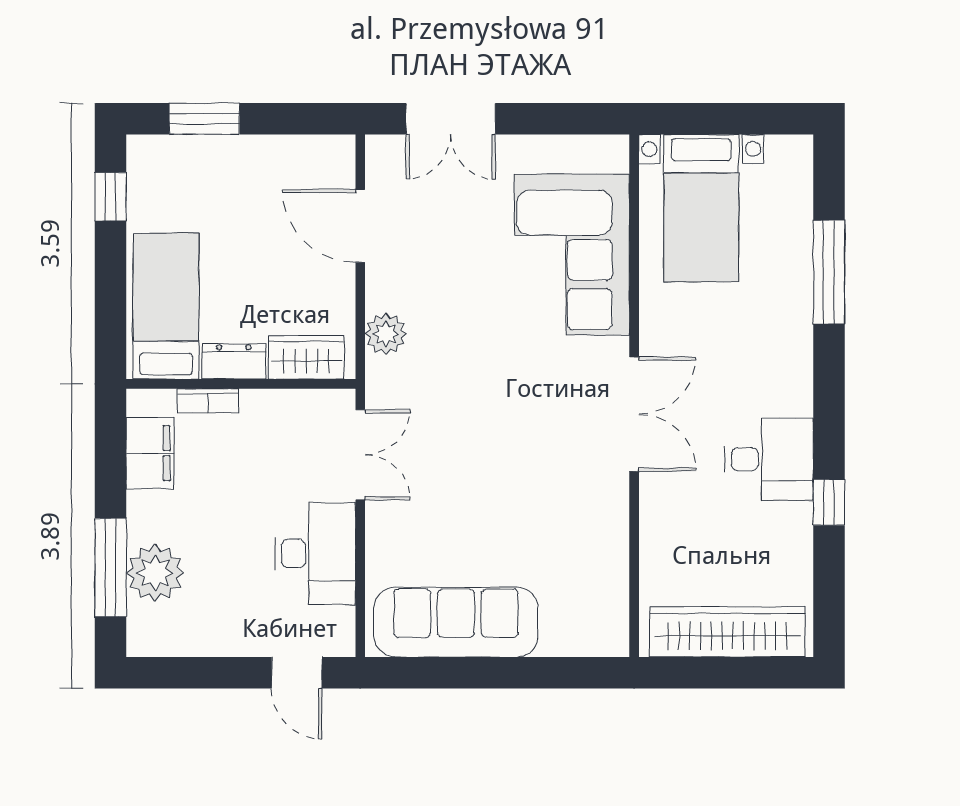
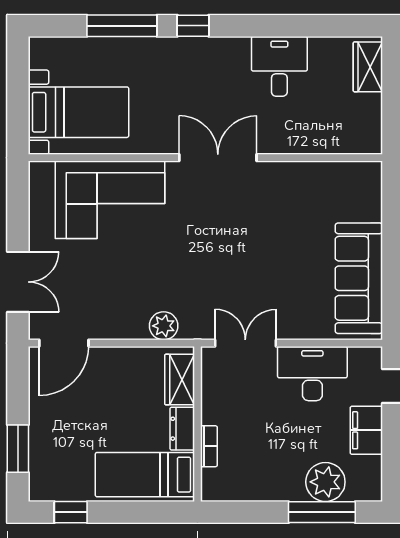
door: (360, 226) -> (64, 343), moved
filing cabinet: (150, 453) -> (366, 430), moved, turned -90
desk: (769, 459) -> (279, 66), moved
window: (829, 502) -> (193, 26), moved
wardrobe: (727, 632) -> (368, 67), width x0.48, depth x0.85

